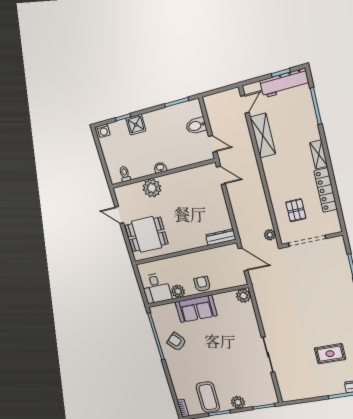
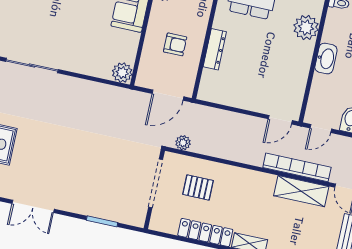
bookcase: (248, 147) -> (297, 167), added
washbasin: (160, 168) -> (326, 59), width x1.91, depth x1.45
dresser: (221, 237) -> (215, 49), moved
armchair: (202, 284) -> (175, 44), moved

